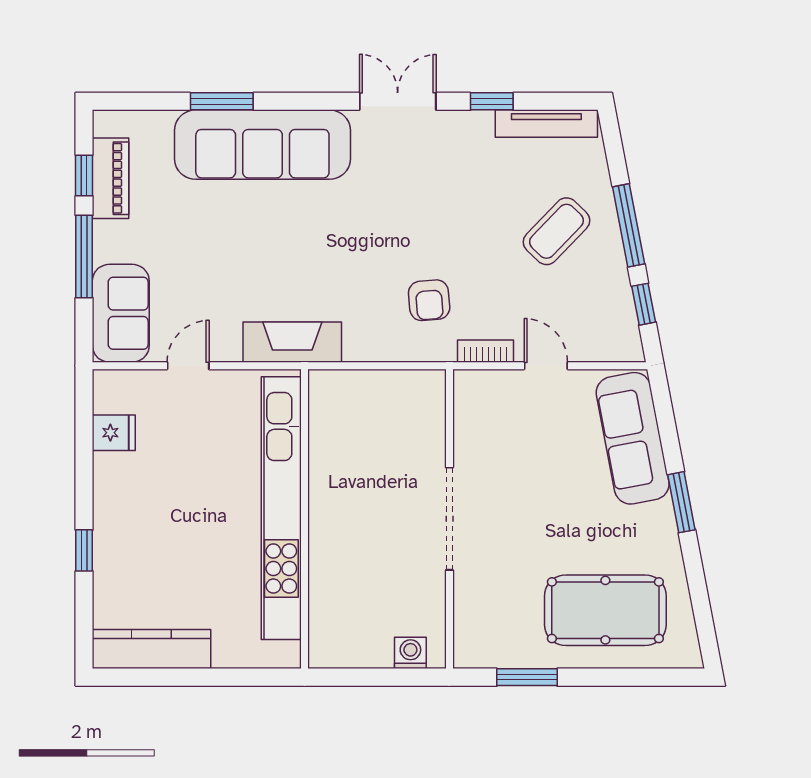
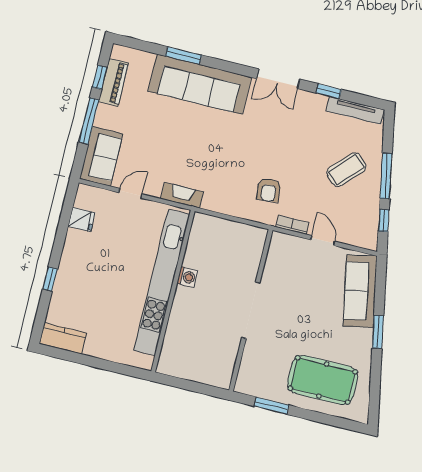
double door: (398, 101) -> (278, 79), swing flipped
fireplace: (292, 342) -> (182, 195), width x0.73, depth x0.76
kitchen counter: (152, 649) -> (63, 338), width x0.67
washing machine: (410, 653) -> (187, 277), moved, turned 90

